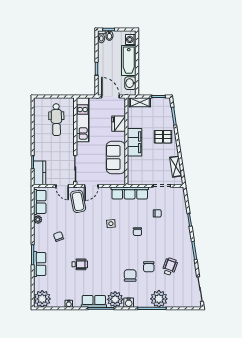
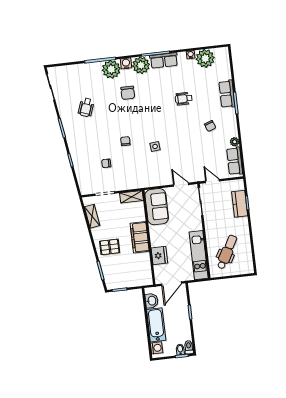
door: (110, 97) -> (172, 284), hinge flipped
shelving: (140, 102) -> (131, 197), moved
dental chair: (56, 120) -> (227, 252), turned 30
sofa: (116, 158) -> (157, 207), moved
kitchen counter: (40, 173) -> (240, 204), moved
door: (91, 186) -> (181, 185), hinge flipped
row of seats: (130, 193) -> (139, 182), removed
coffee table: (78, 201) -> (193, 166), removed
chair: (149, 267) -> (109, 105), removed
plant: (42, 299) -> (205, 58), moved
plant: (159, 299) -> (111, 69), moved

